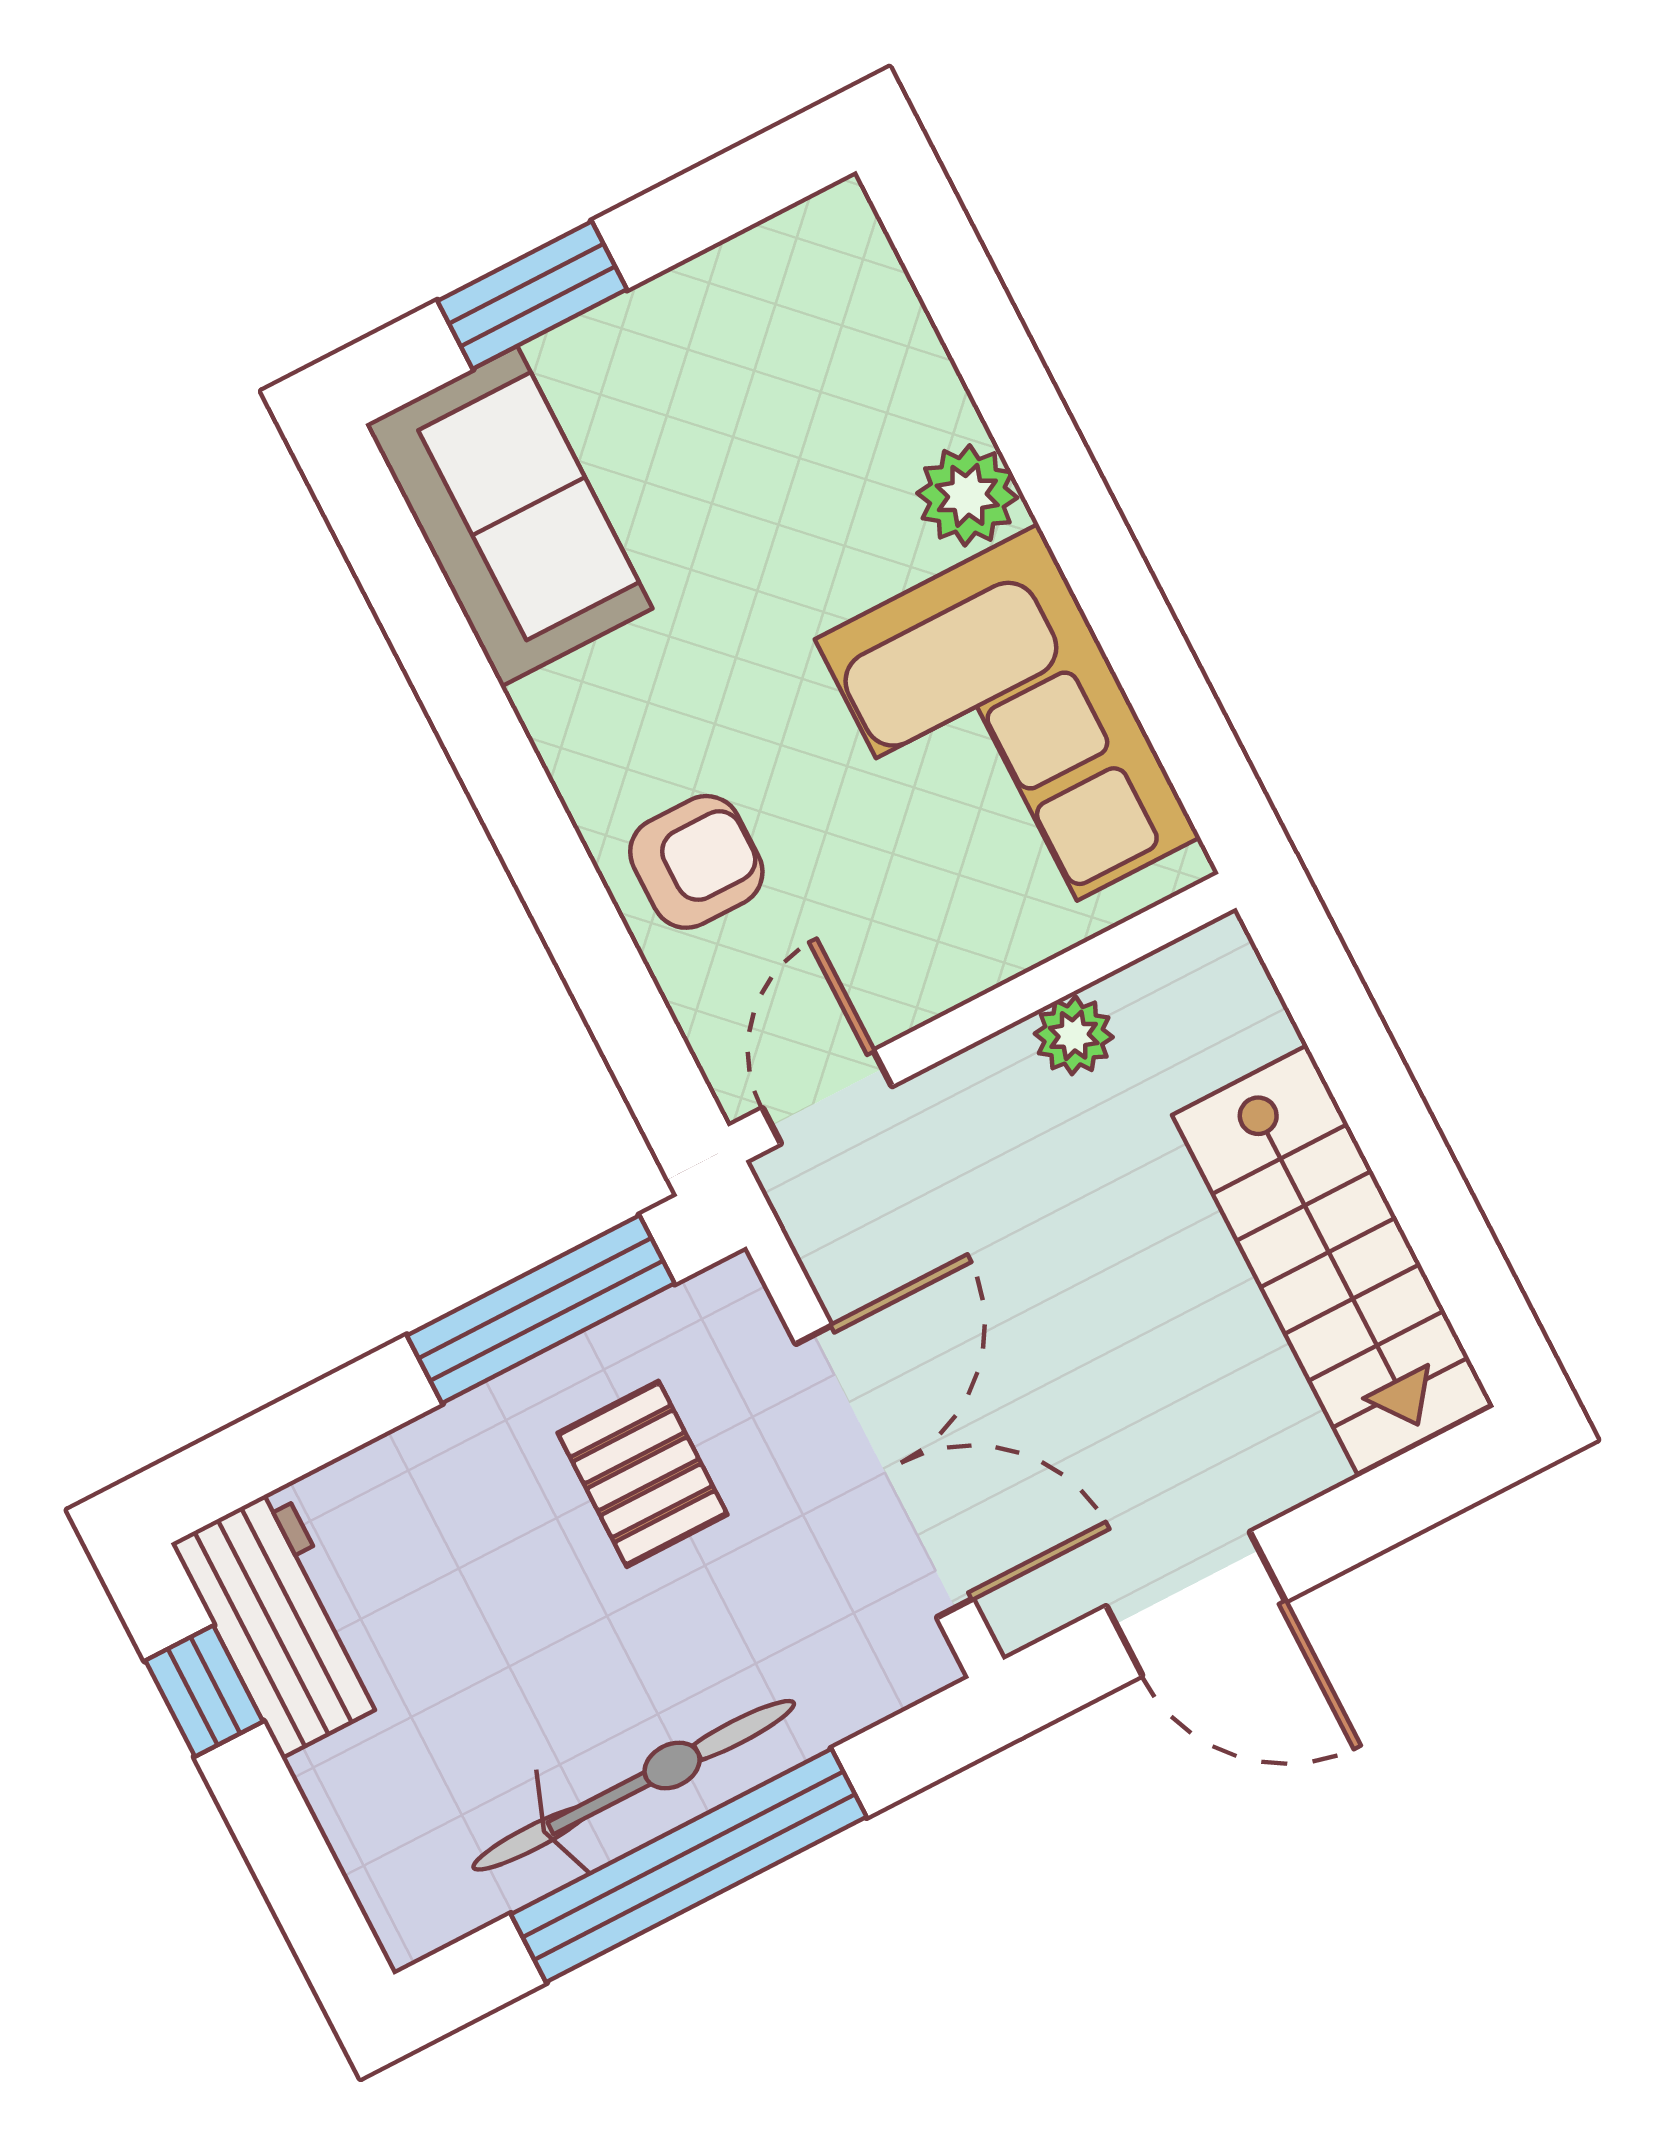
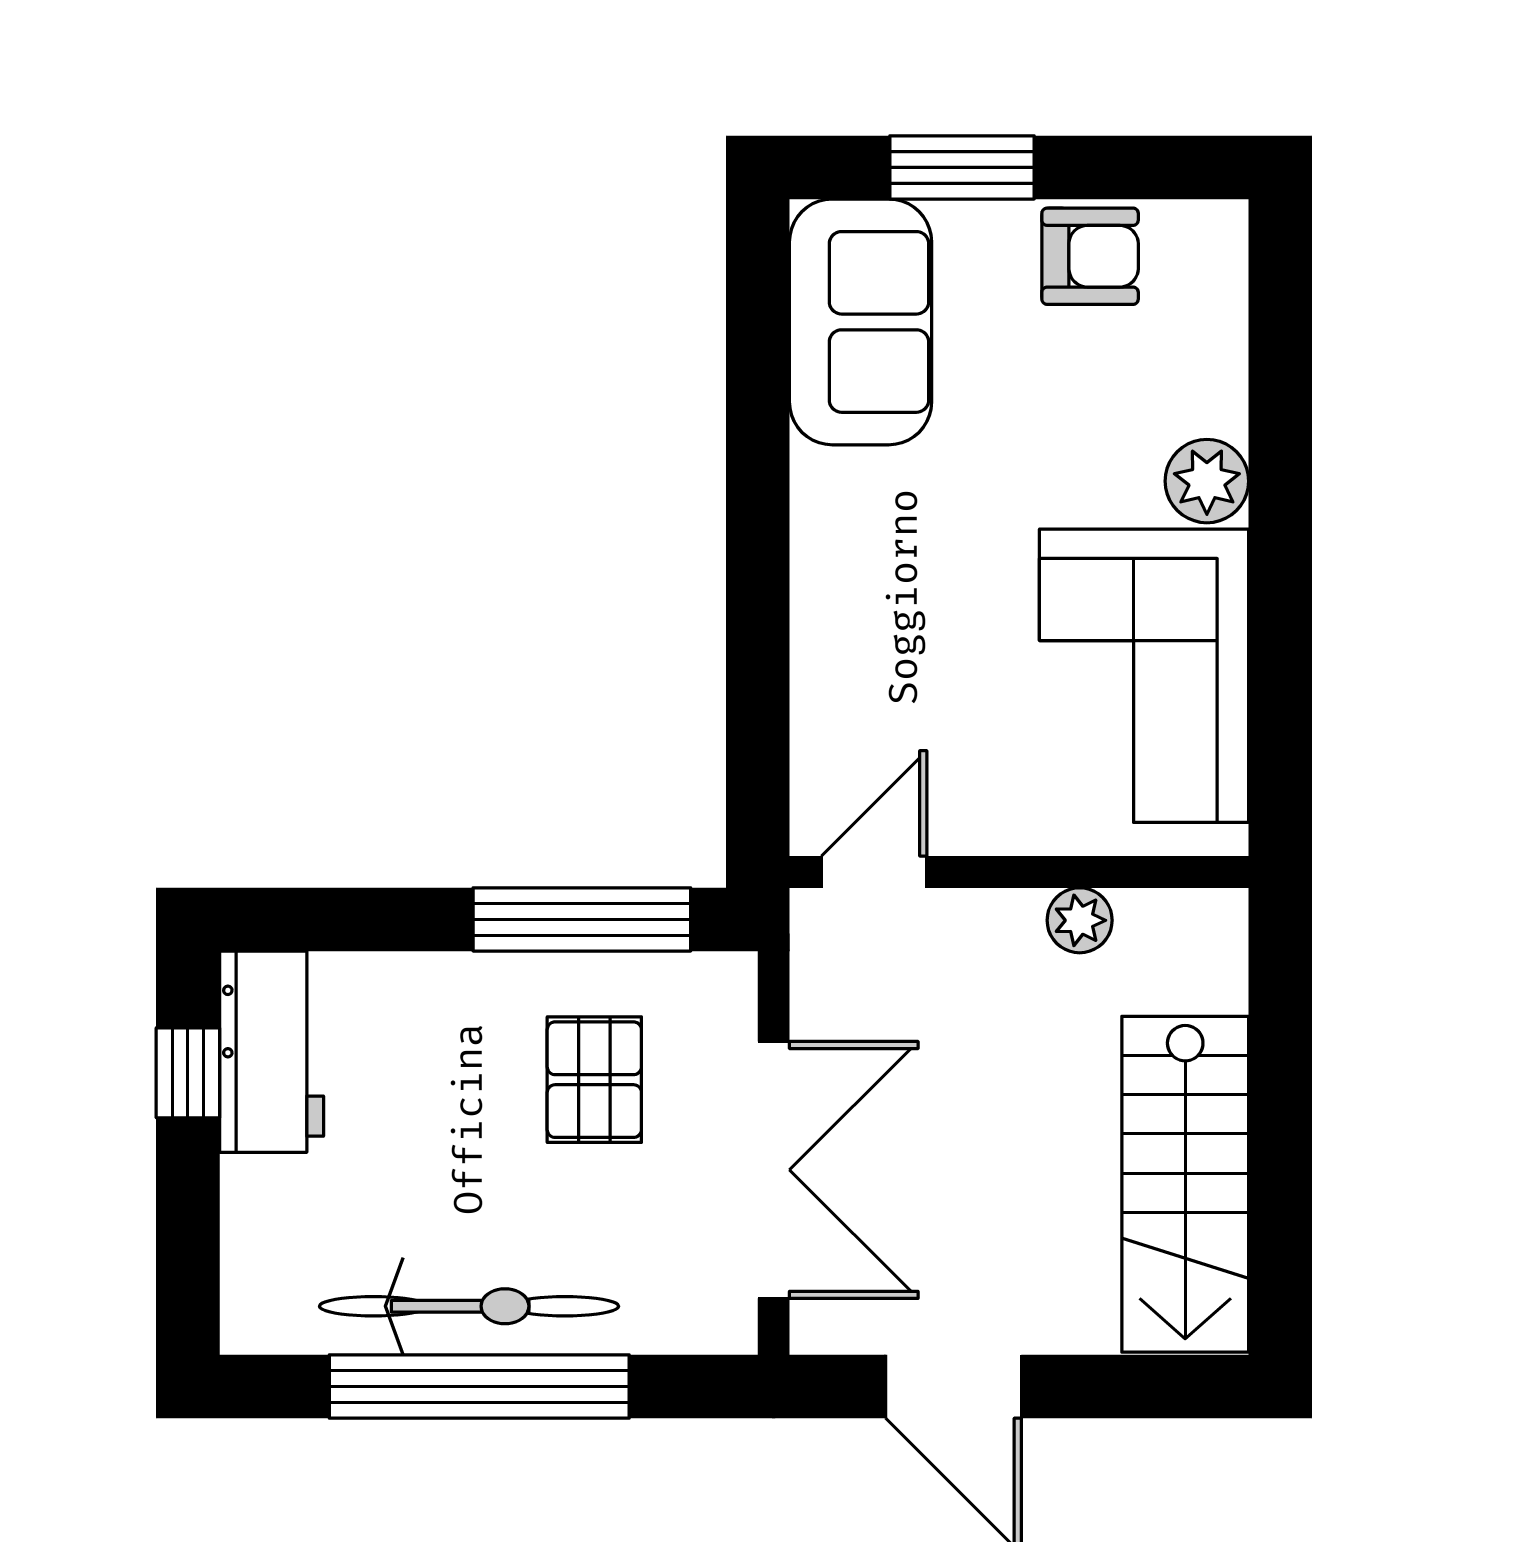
armchair: (696, 862) -> (1090, 256), moved

